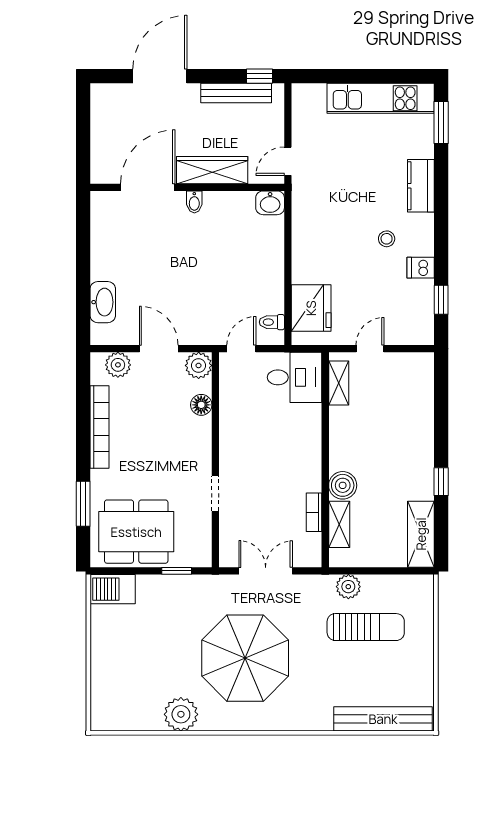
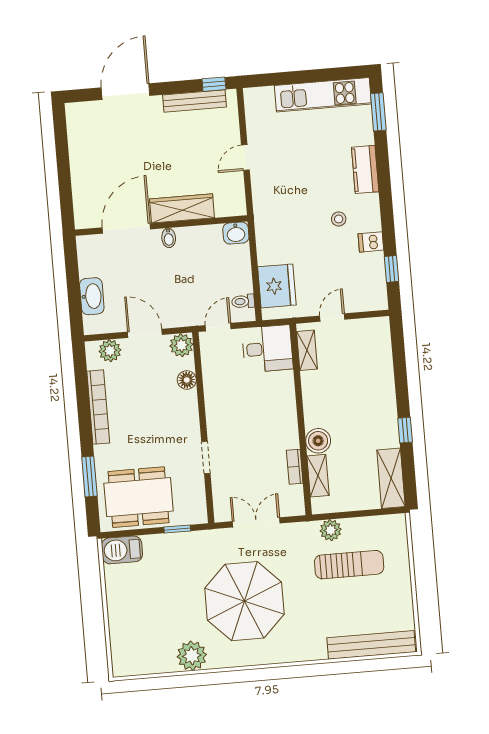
wardrobe: (212, 170) -> (182, 208), moved
door: (148, 187) -> (126, 228), moved
wall: (187, 187) -> (161, 225), moved
bidet: (194, 202) -> (169, 238), moved
washbasin: (270, 203) -> (236, 233), moved

